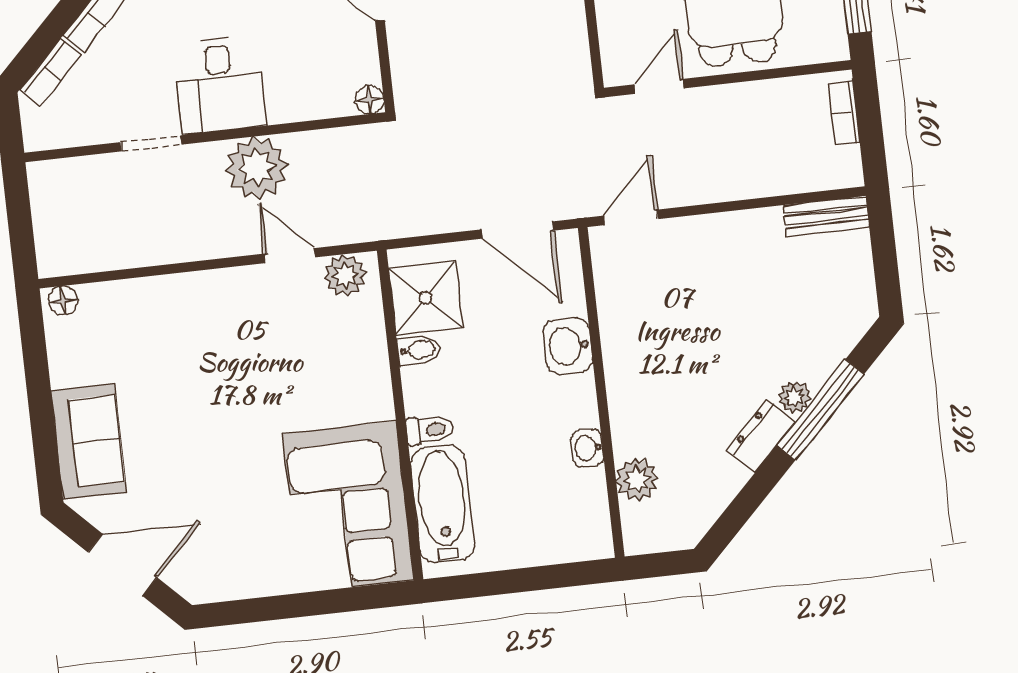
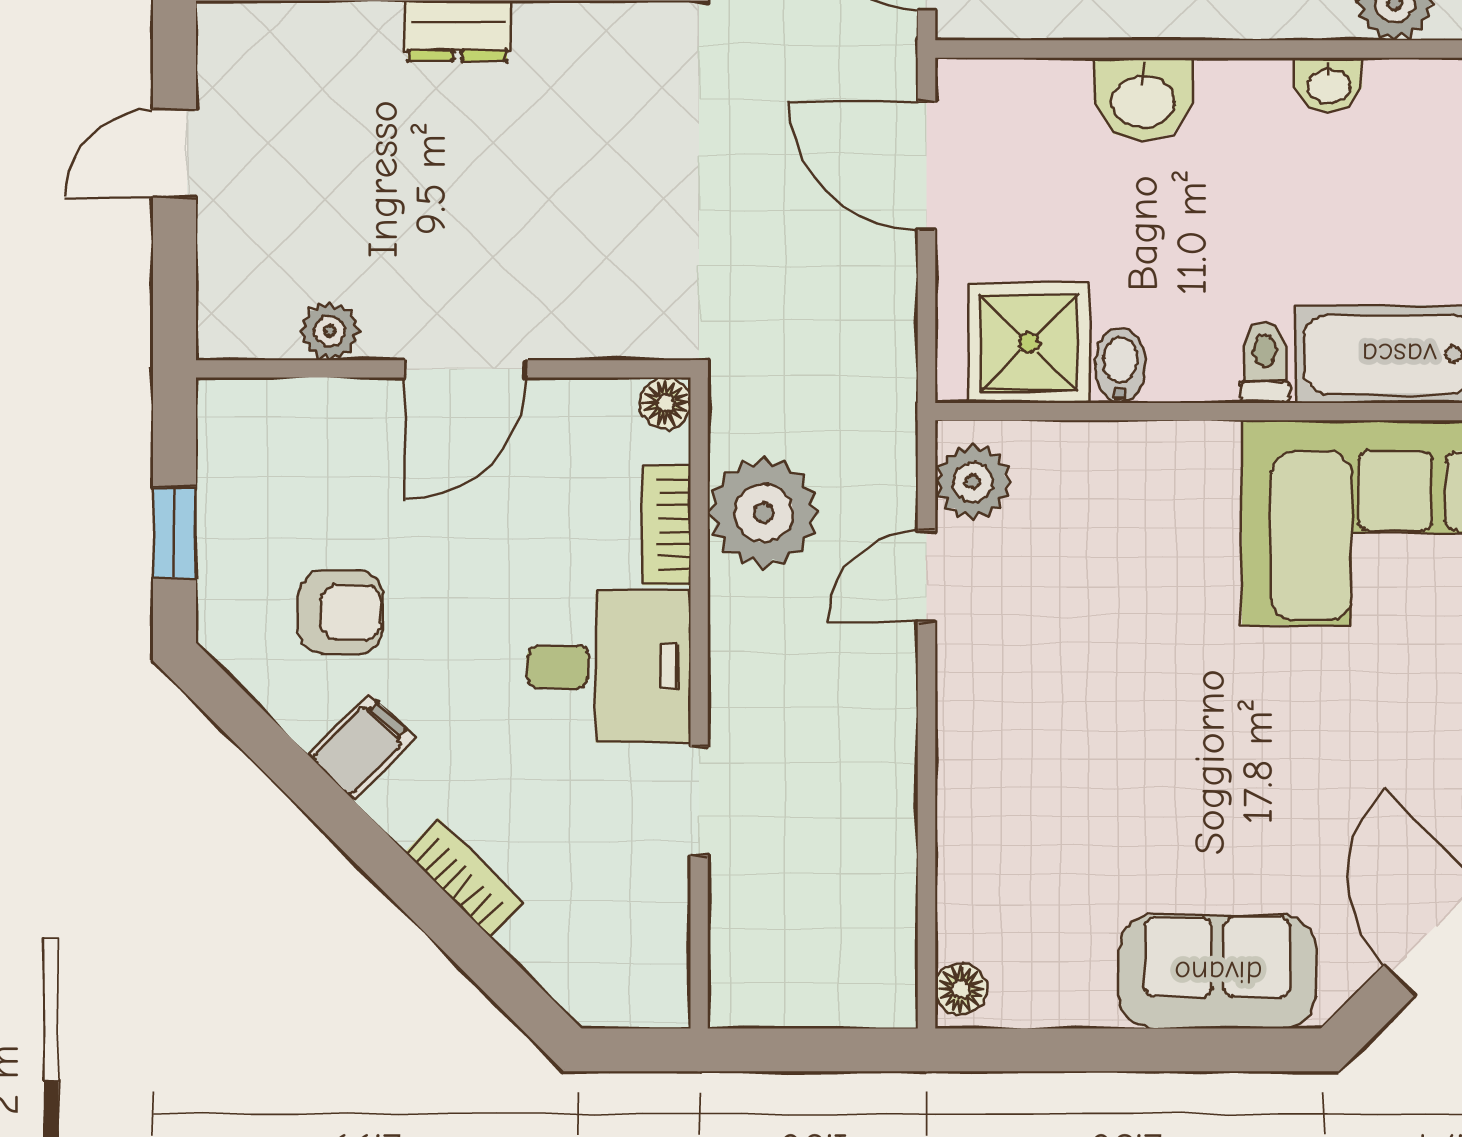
bookcase: (50, 72) -> (667, 525), moved, turned -135
plant: (257, 168) -> (764, 513), moved
door: (518, 230) -> (927, 165), swing flipped

